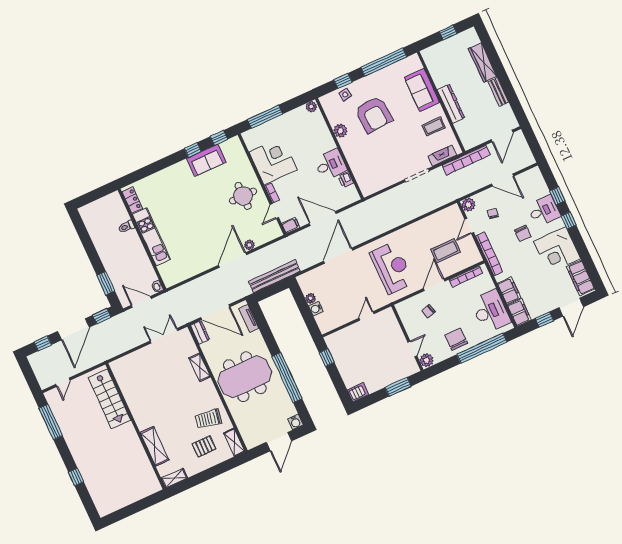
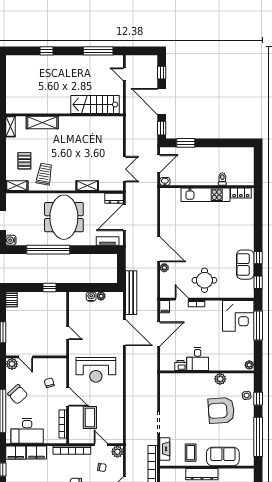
corner desk: (273, 161) -> (238, 316), moved
bench: (274, 276) -> (131, 293), moved
chair: (456, 339) -> (18, 394), turned 48

